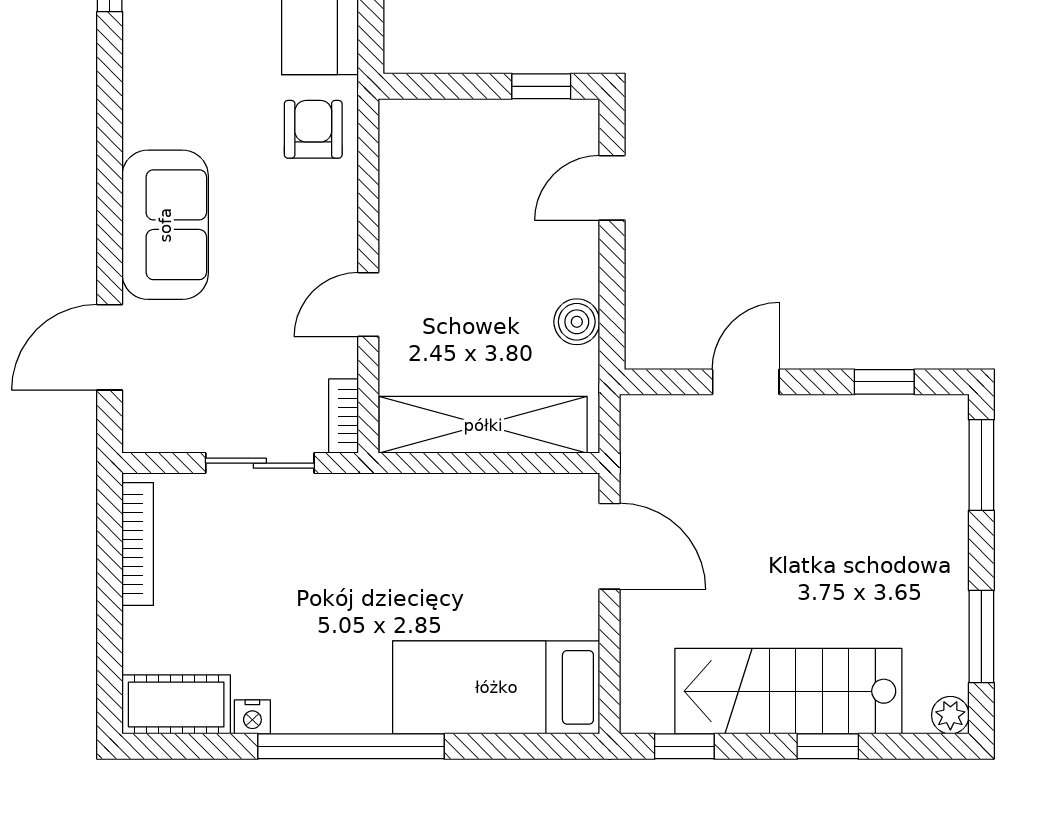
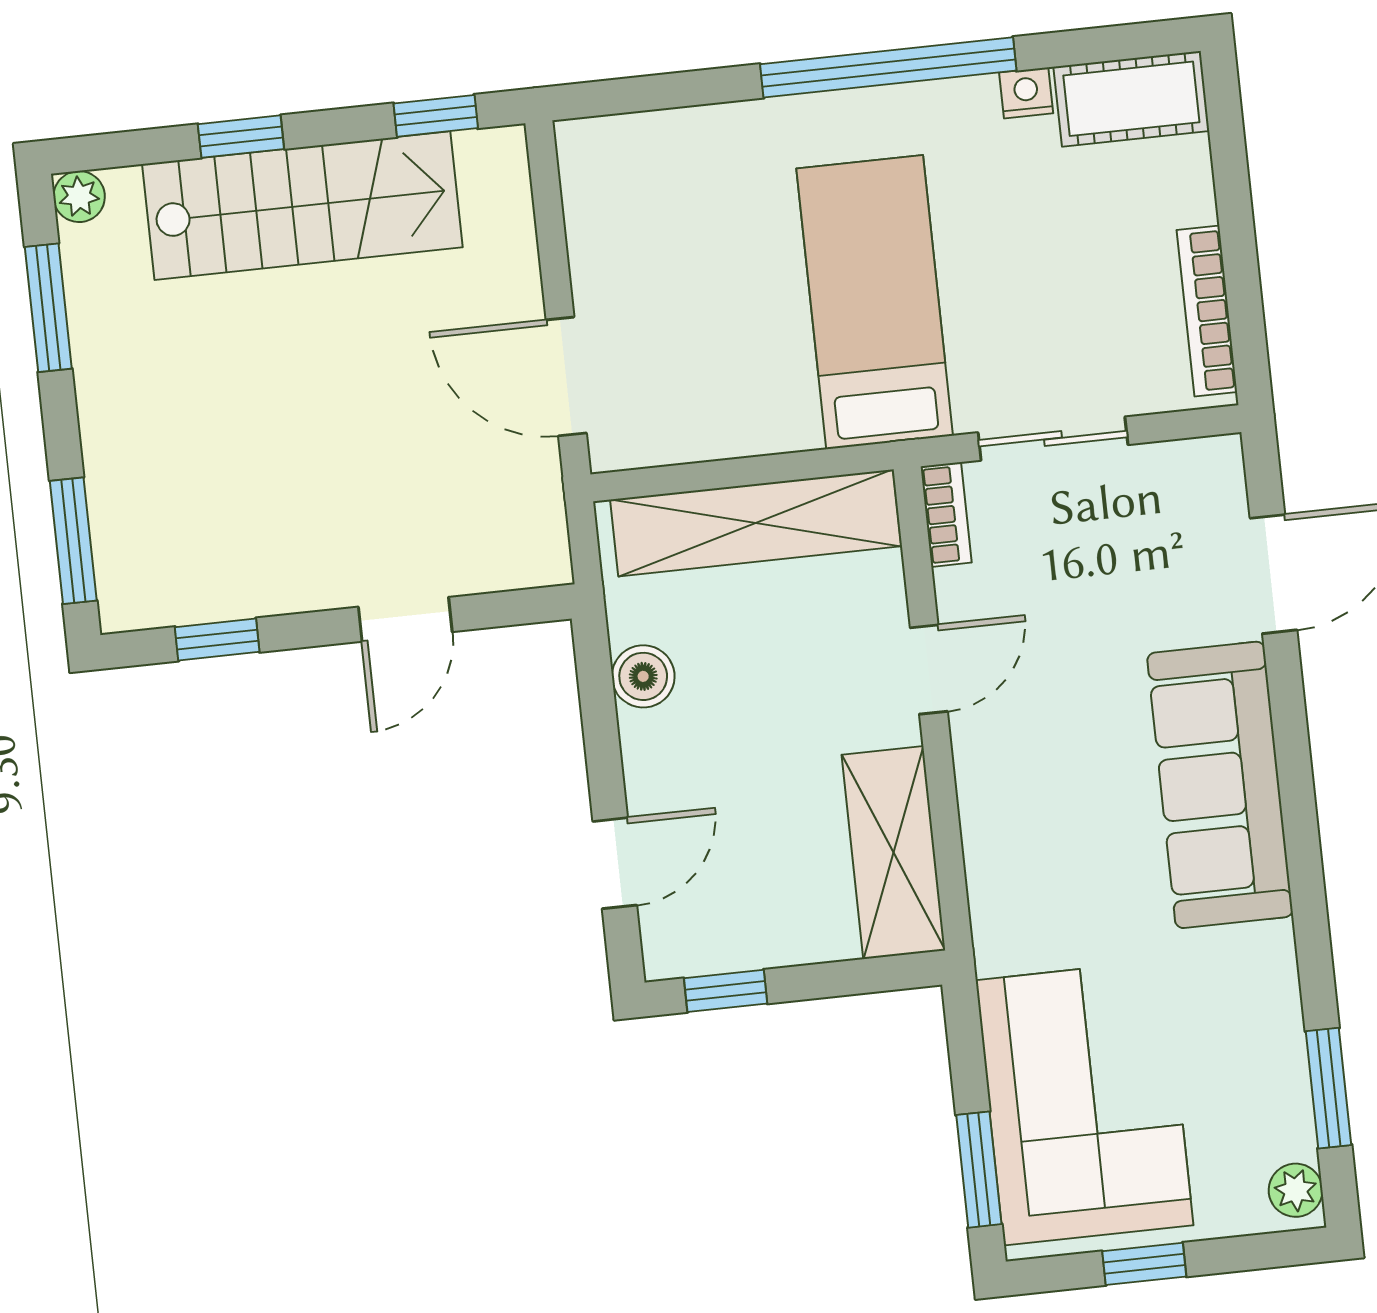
armchair: (313, 129) -> (1029, 899), removed
shelving: (408, 174) -> (893, 853), added
sofa: (165, 225) -> (1220, 785), width x1.36
bed: (496, 687) -> (875, 302), moved, turned -90

